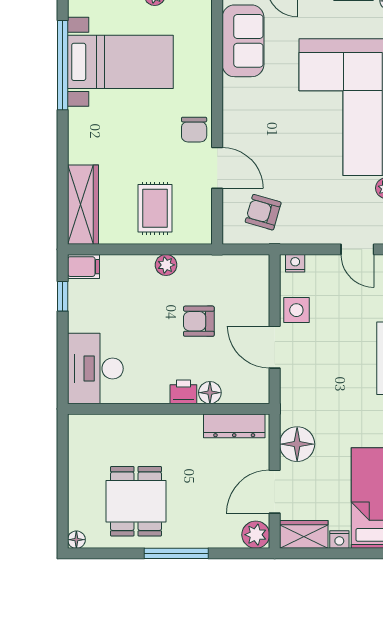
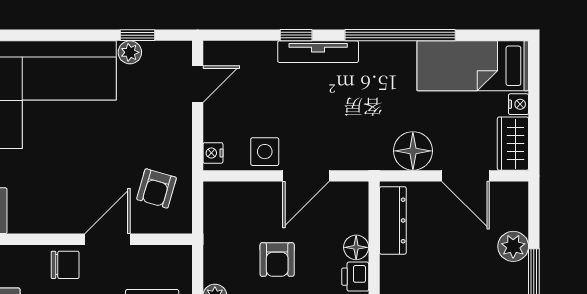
plant: (256, 535) -> (513, 246), moved

